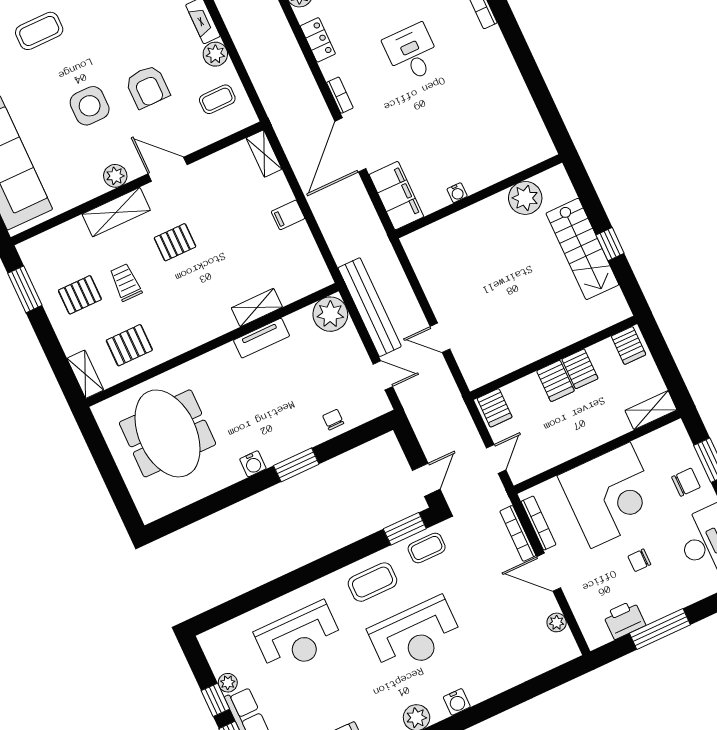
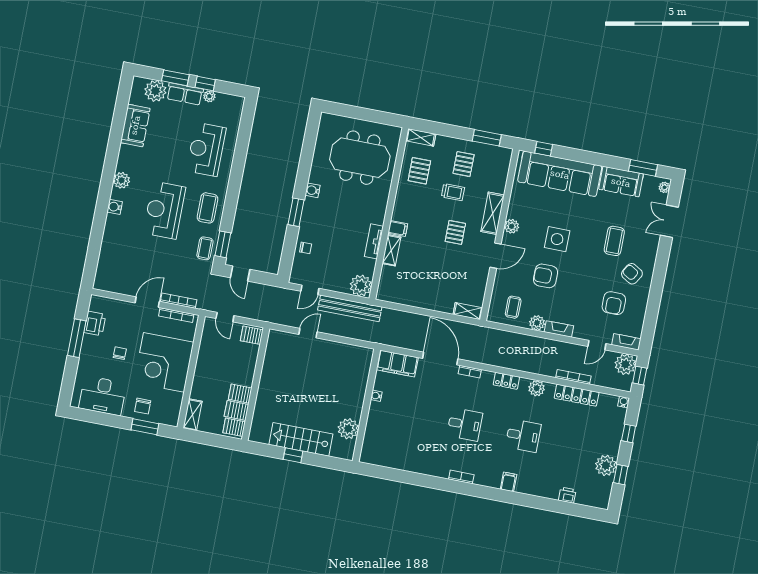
filing cabinet: (288, 215) -> (398, 228), moved, turned 90
server rack: (555, 381) -> (236, 410), moved
plant: (557, 622) -> (118, 288), removed

